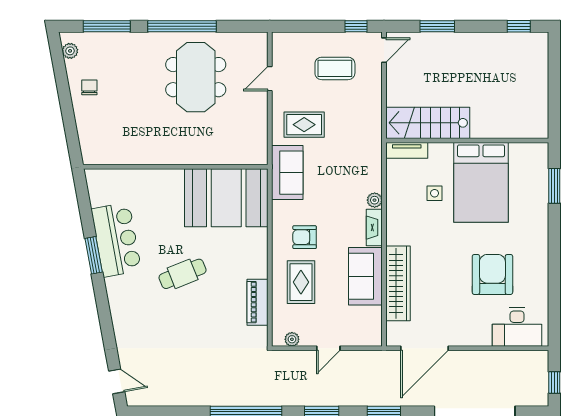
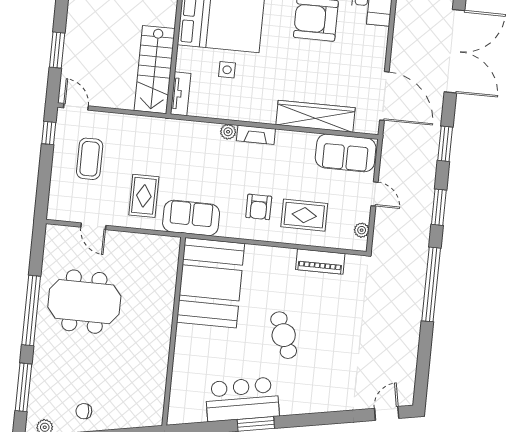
sofa: (365, 276) -> (346, 153), moved

